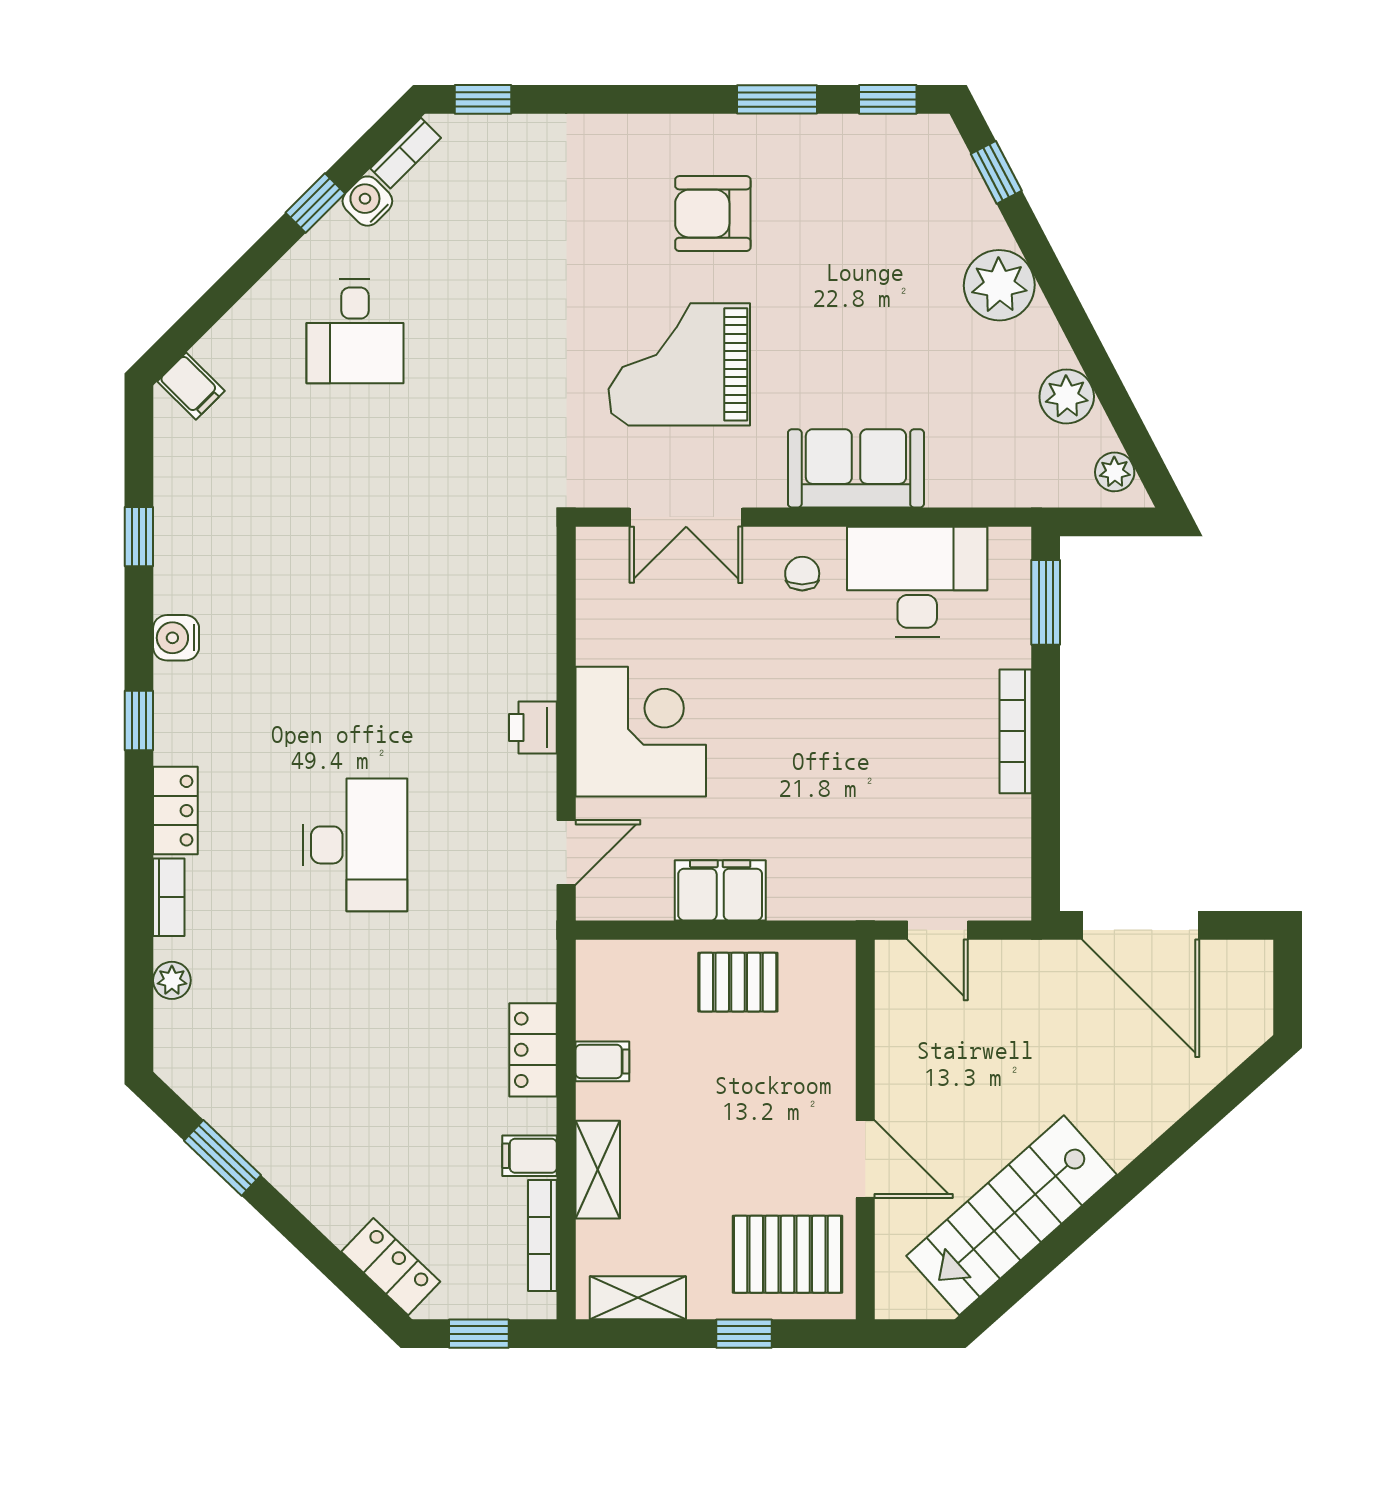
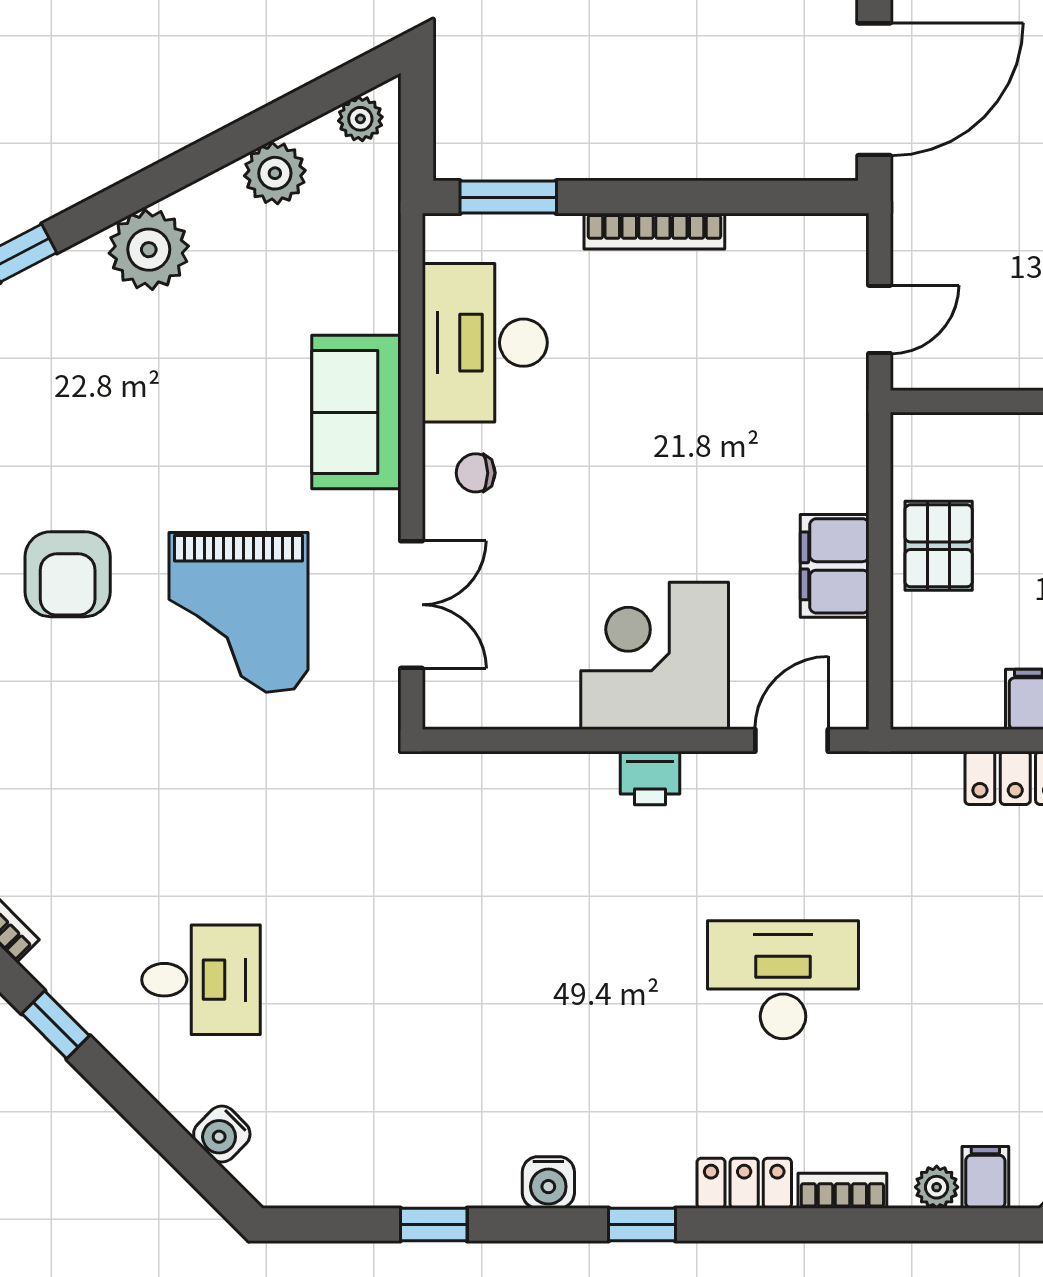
water cooler: (367, 201) -> (222, 1134), moved
filing cabinet: (191, 386) -> (985, 1177), moved, turned -45
door: (566, 852) -> (792, 740), hinge flipped

